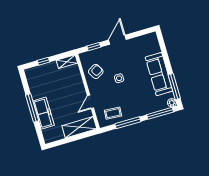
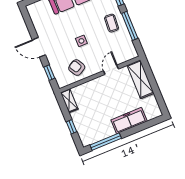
door: (91, 102) -> (111, 70), swing flipped
window: (32, 108) -> (106, 142), moved
coffee table: (113, 113) -> (112, 23), moved

